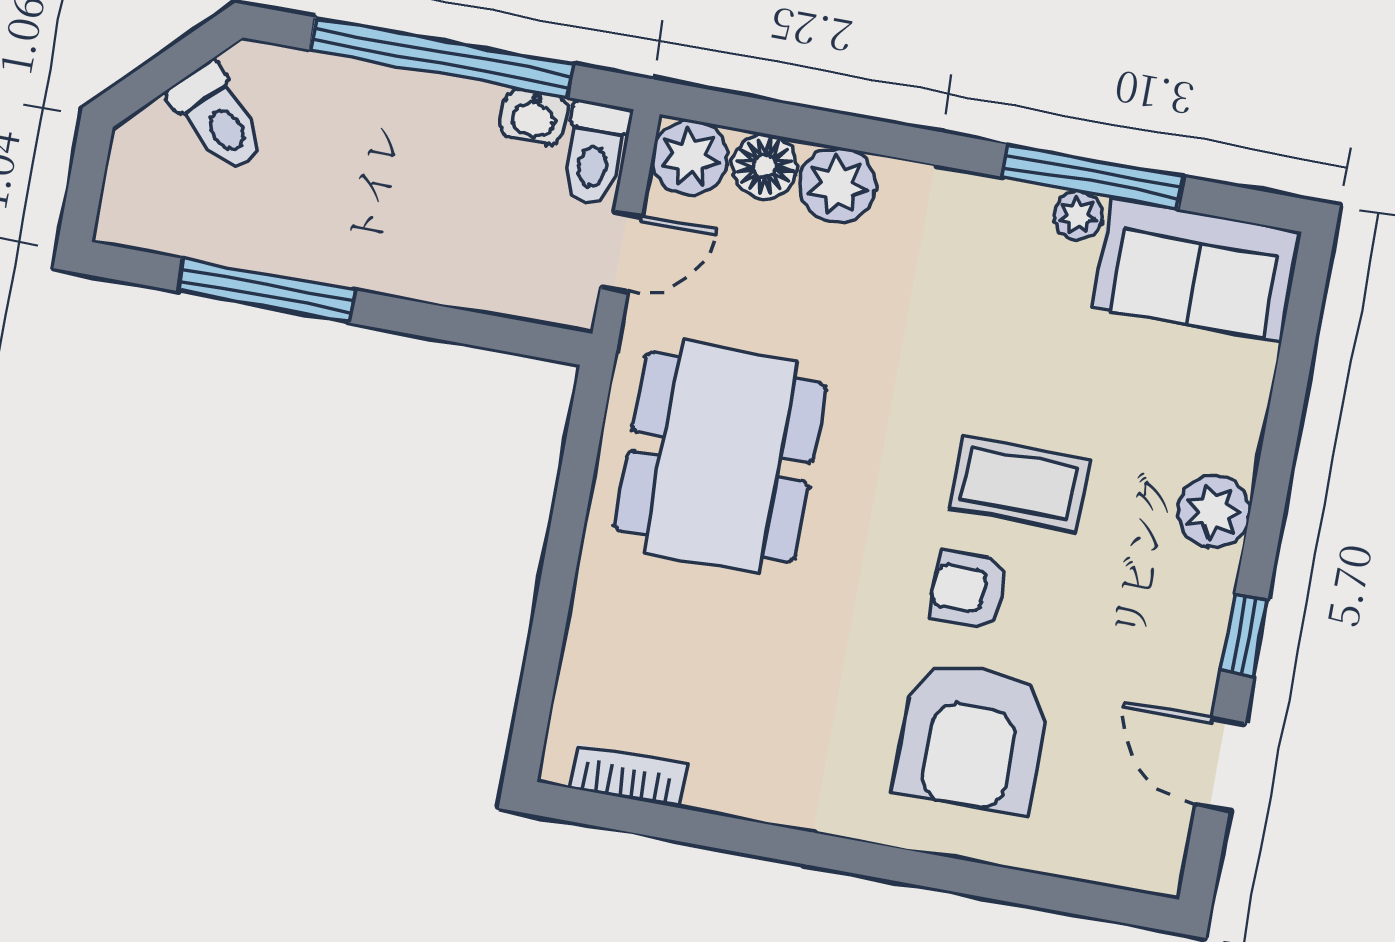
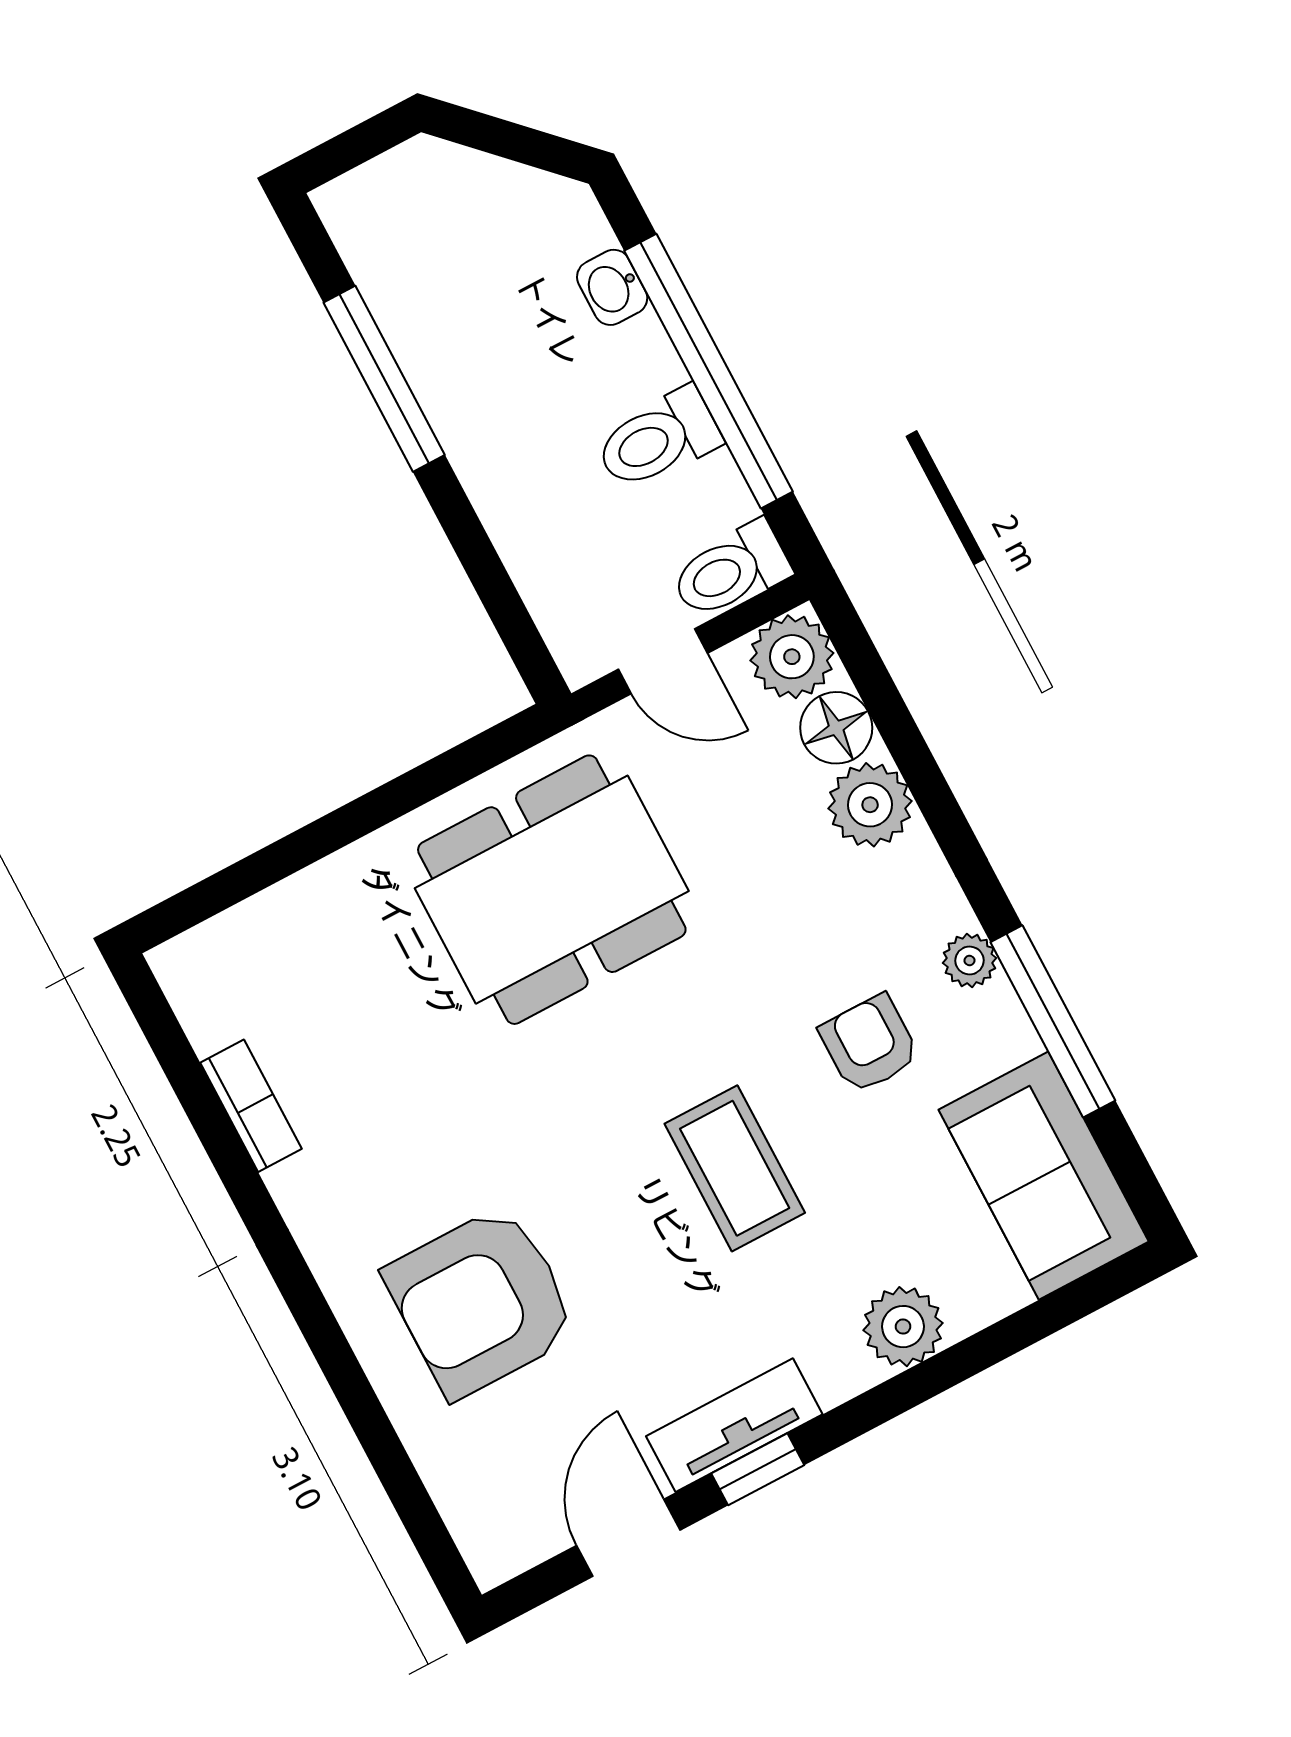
washbasin: (534, 116) -> (612, 287), moved
toilet: (218, 118) -> (658, 439), moved, turned 45
plant: (1078, 215) -> (970, 960), moved
plant: (1214, 511) -> (903, 1327), moved
armchair: (969, 590) -> (869, 1044), moved
tv unit: (1200, 627) -> (734, 1425), added
bookcase: (628, 776) -> (251, 1106), moved

